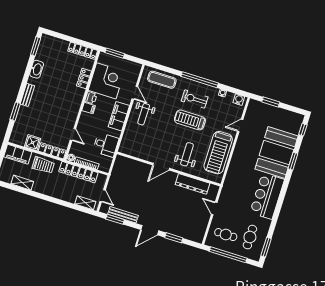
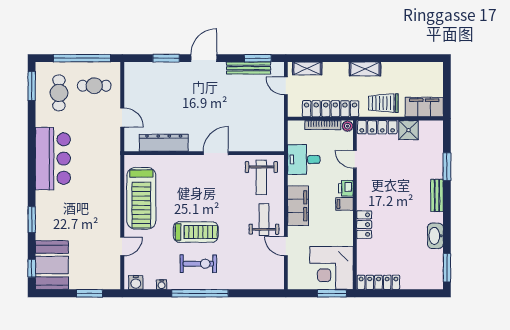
locker: (84, 78) -> (364, 225), moved
exercise mat: (162, 80) -> (253, 276), removed
corner desk: (106, 81) -> (332, 268), moved
printer: (91, 98) -> (346, 188), moved
treadmill: (218, 153) -> (141, 198), turned 180
booth: (277, 153) -> (52, 265), moved, width x0.73, depth x0.70
weight bench: (187, 154) -> (261, 177), moved
shelving: (22, 183) -> (365, 69), moved

